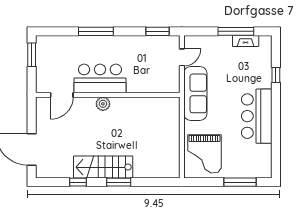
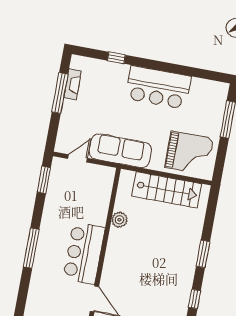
door: (182, 57) -> (78, 158), hinge flipped
plant: (103, 104) -> (119, 220), moved
stairs: (103, 167) -> (167, 190), moved, turned -90

